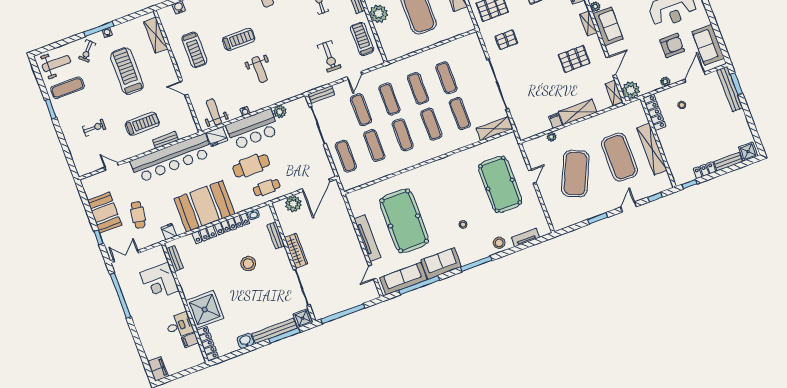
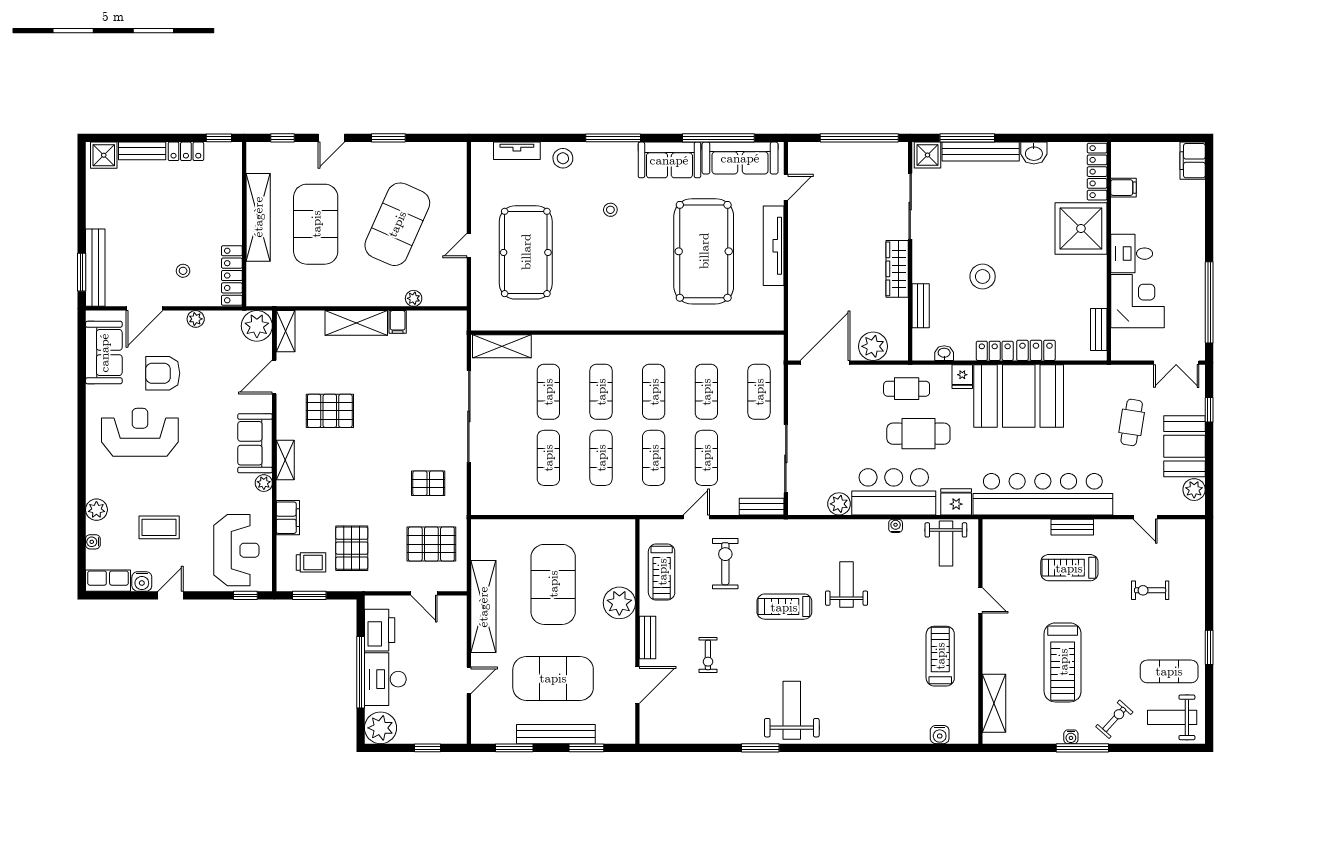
treadmill: (239, 39) -> (784, 607), moved
bench: (166, 140) -> (1072, 527), moved
plant: (91, 191) -> (1194, 490), added
locker: (232, 224) -> (995, 351), width x0.66
fridge: (169, 232) -> (962, 377), moved
desk: (179, 326) -> (1132, 254), moved

